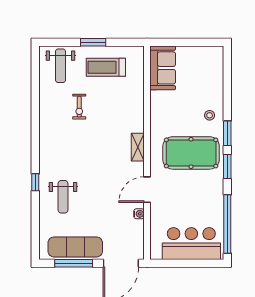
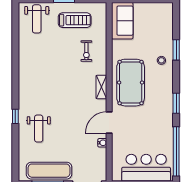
treadmill: (106, 67) -> (75, 20), turned 180
exercise bike: (79, 107) -> (86, 51), moved
window: (227, 133) -> (176, 50), moved
pool table: (191, 153) -> (131, 83), moved, turned 90

